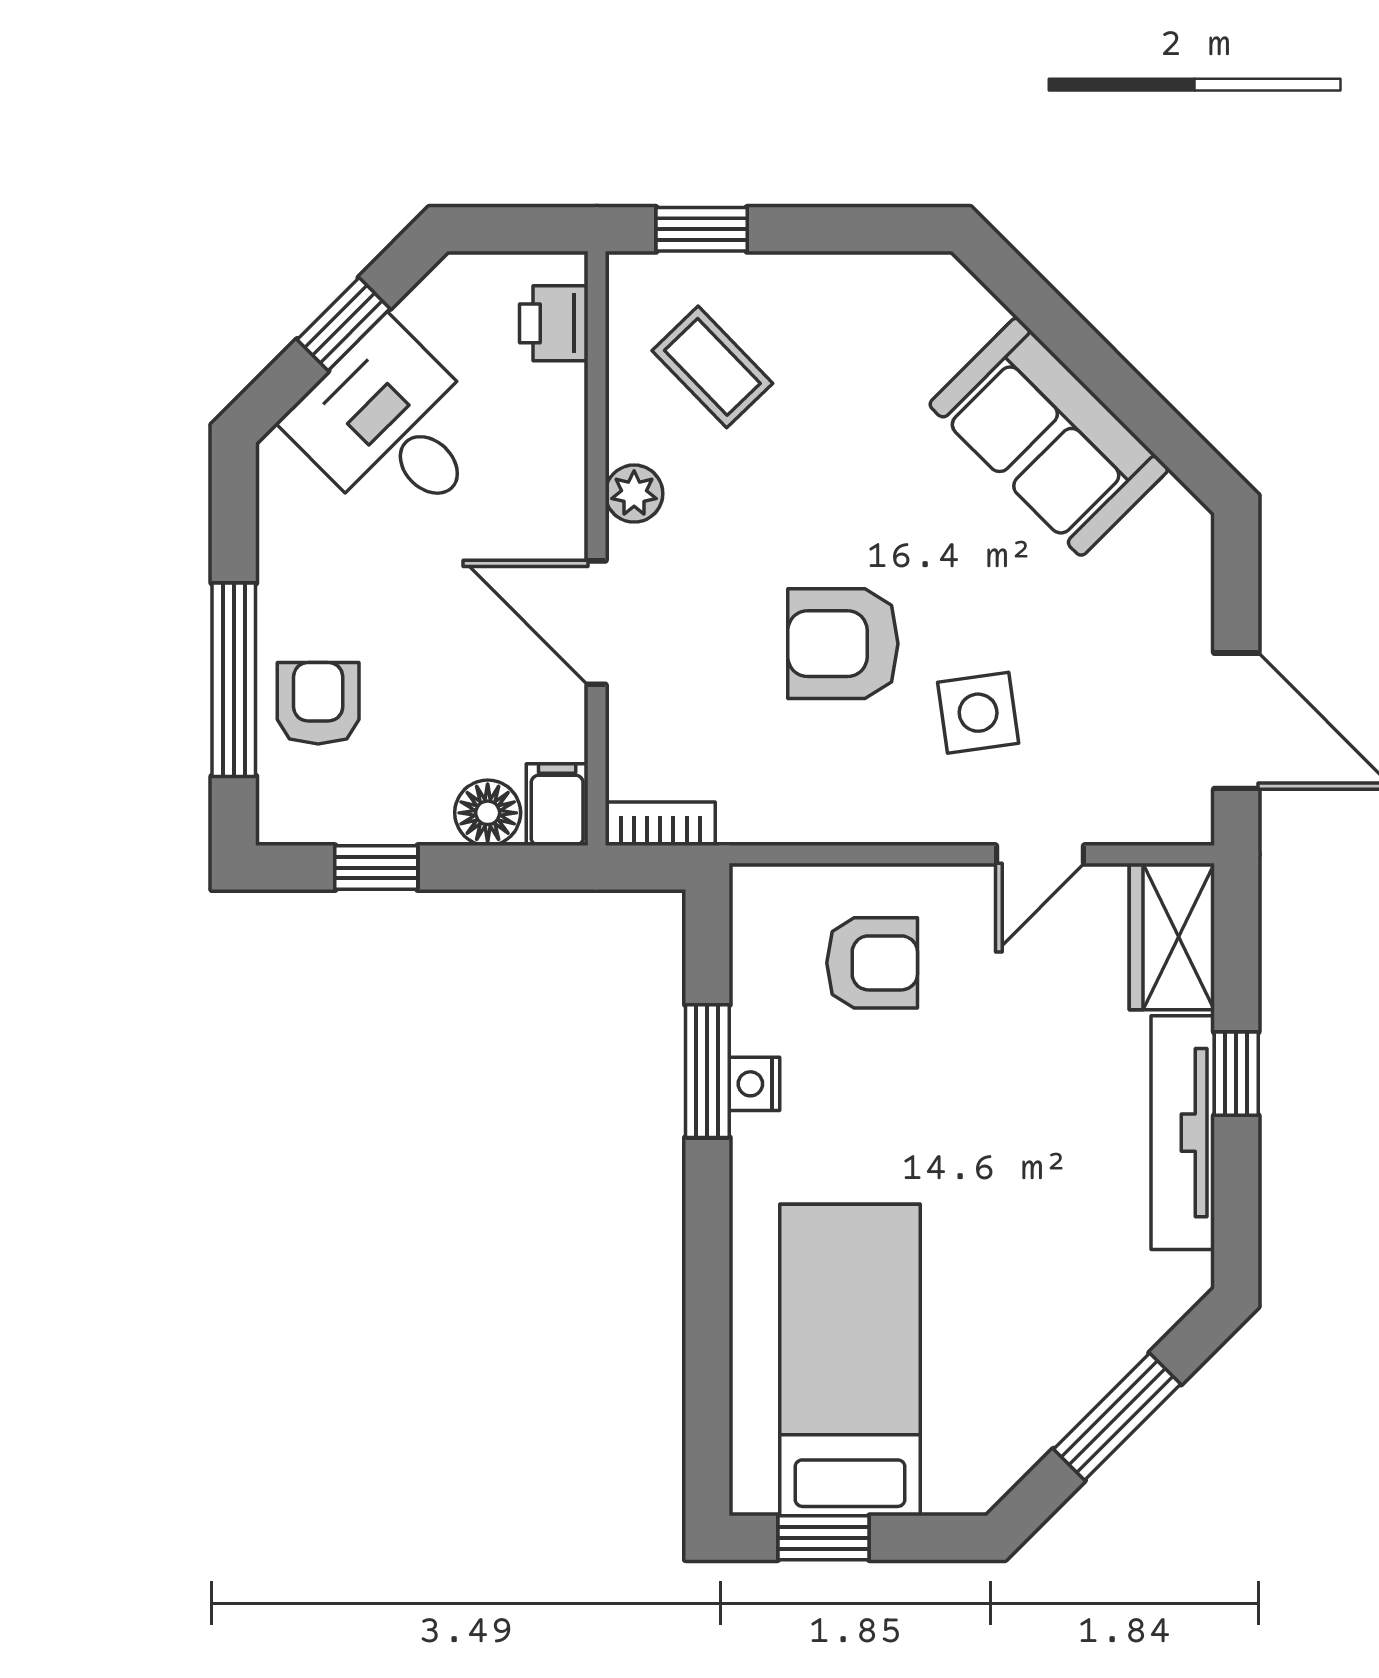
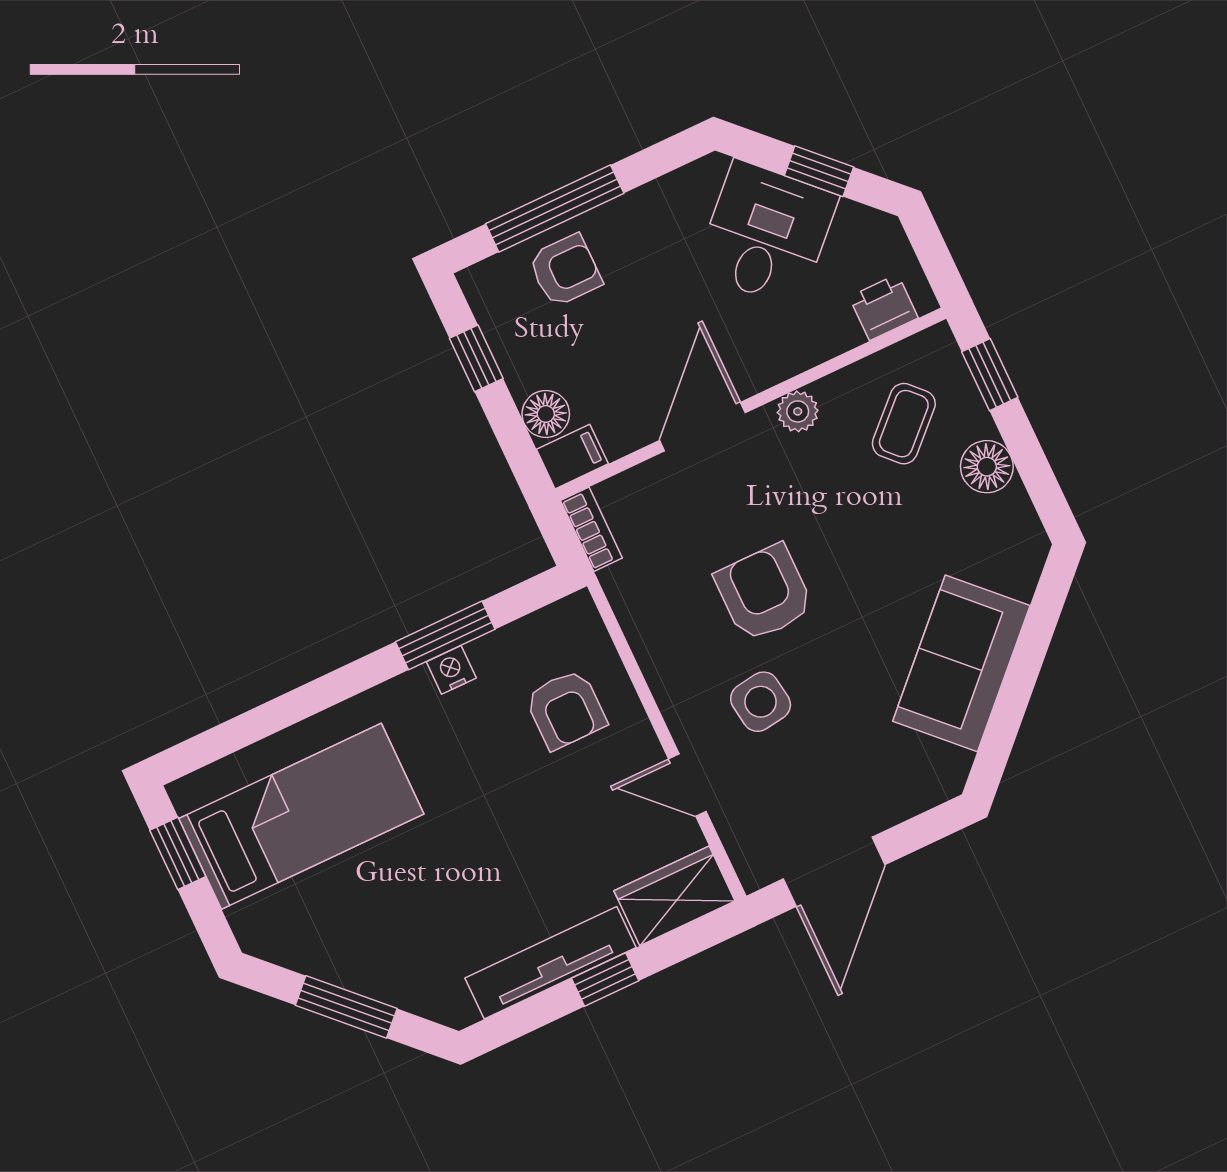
floor lamp: (816, 288) -> (987, 467), added

